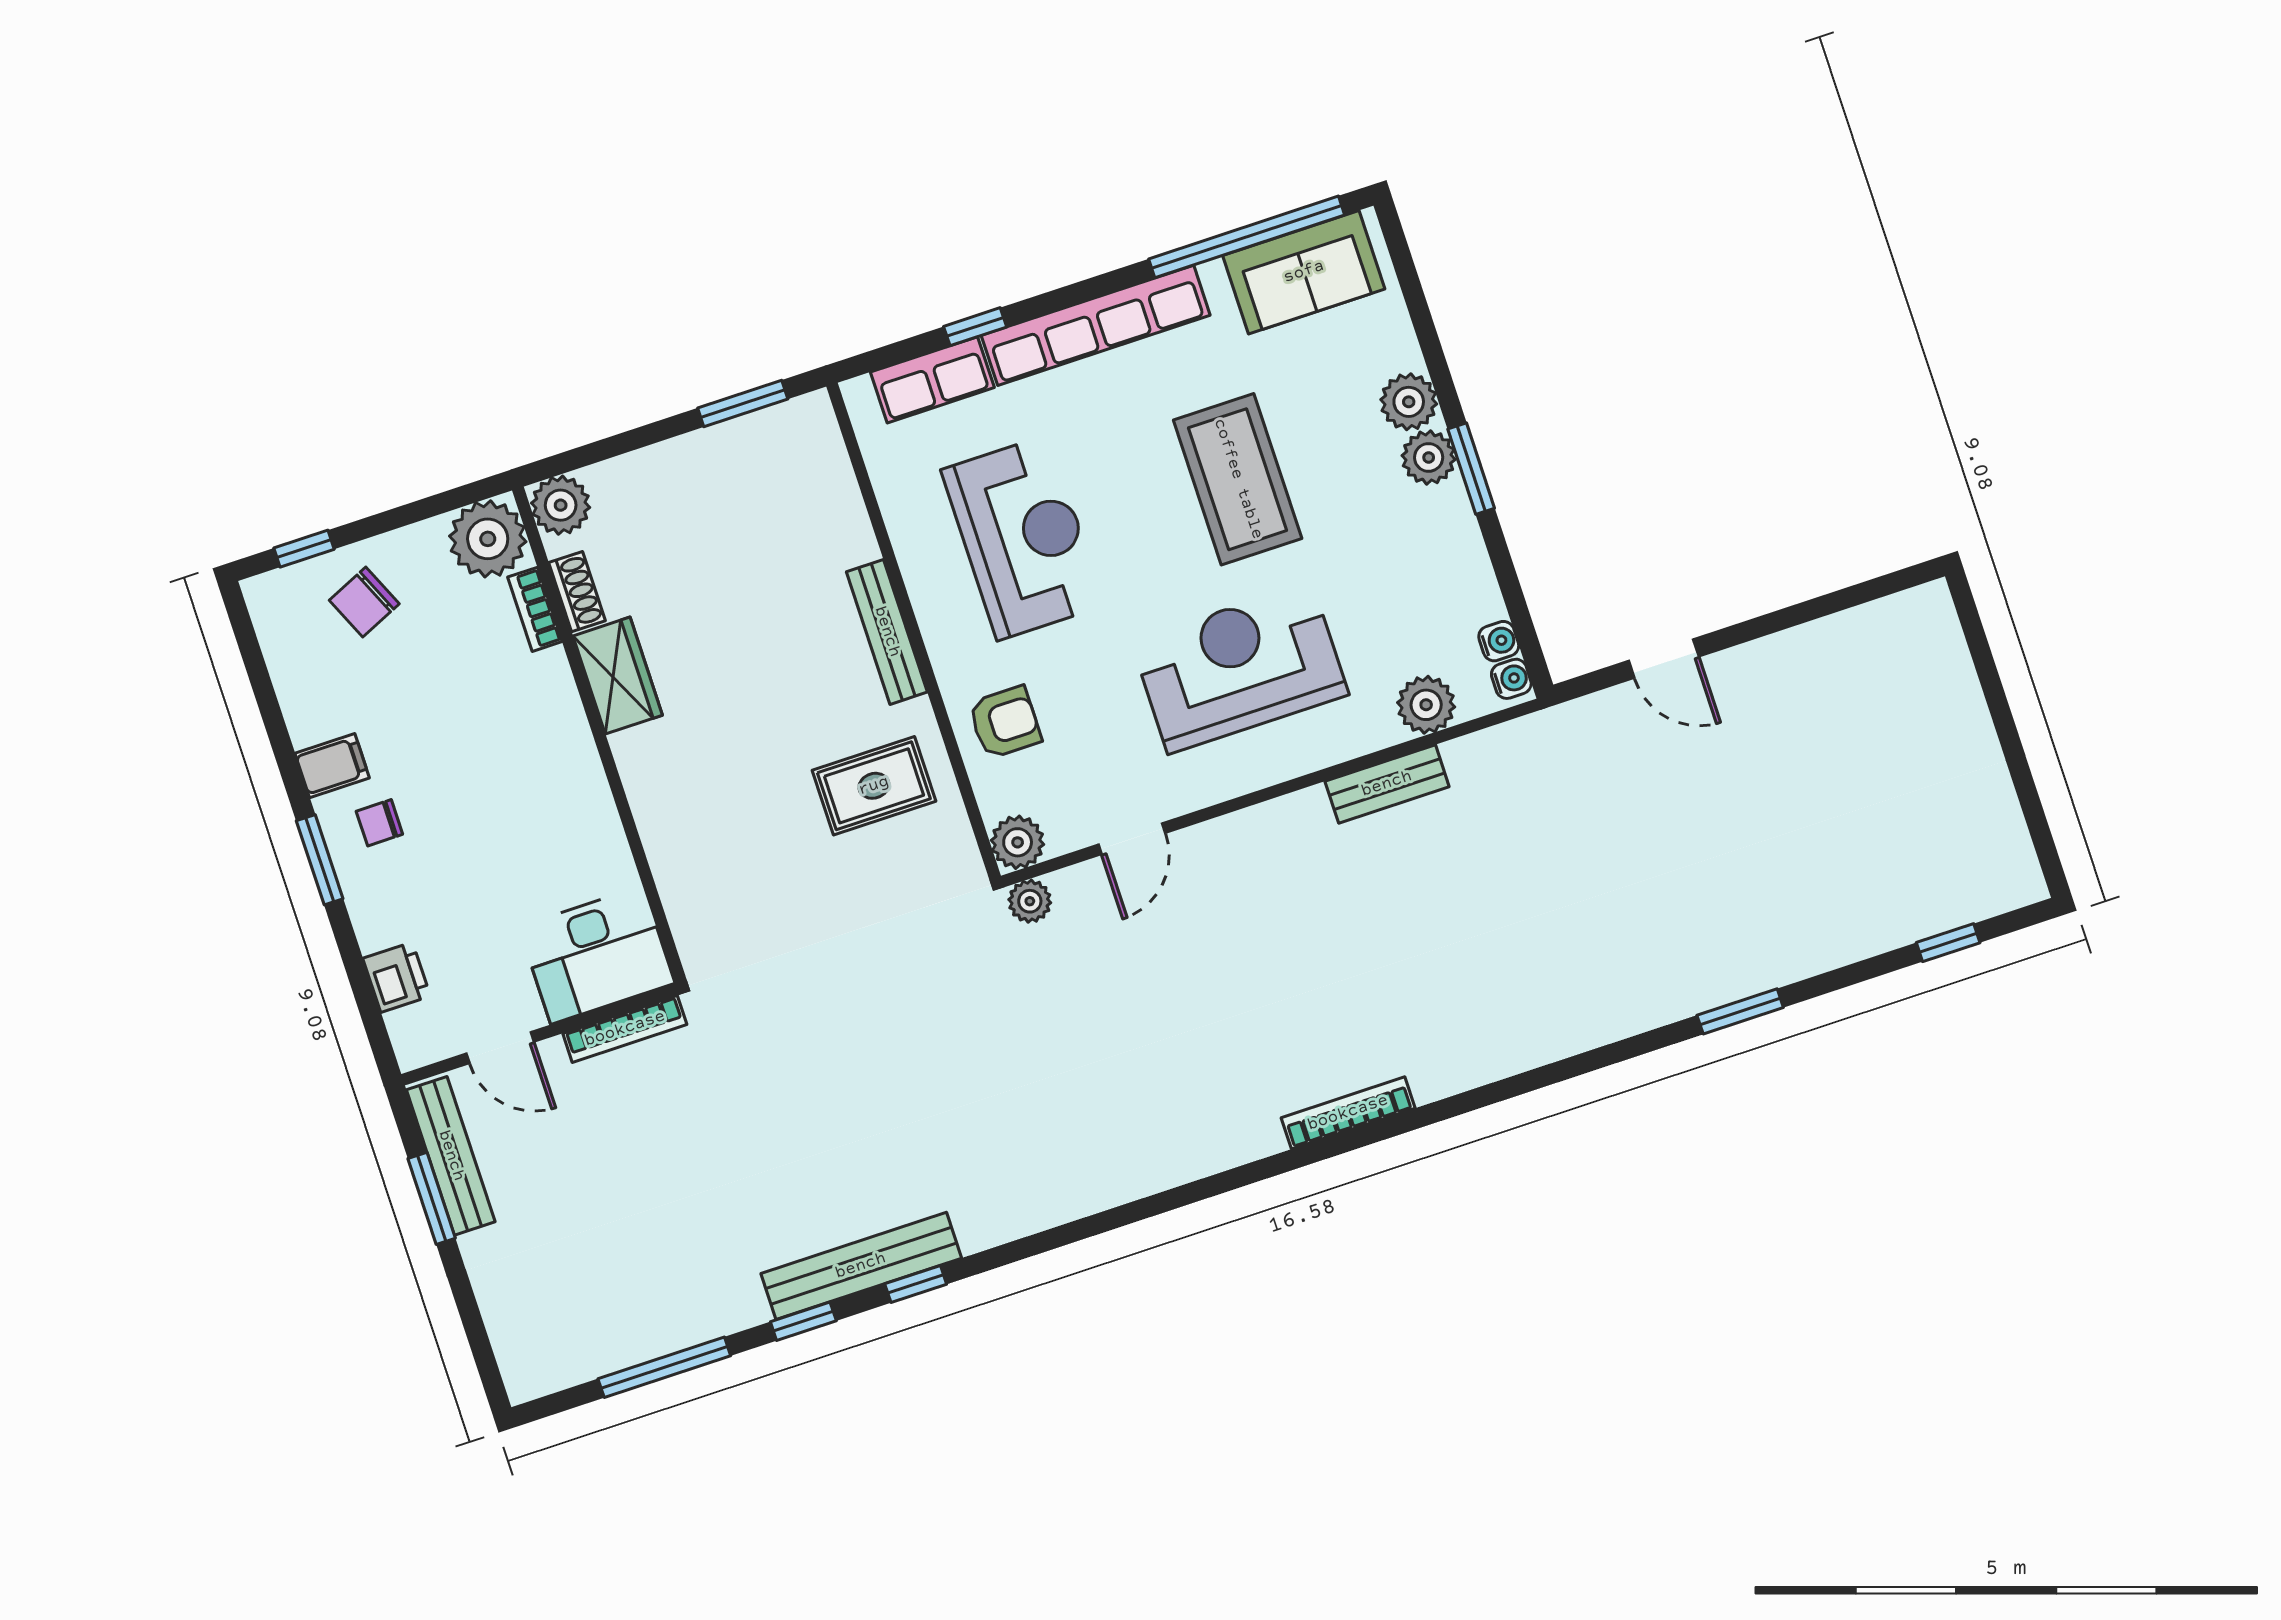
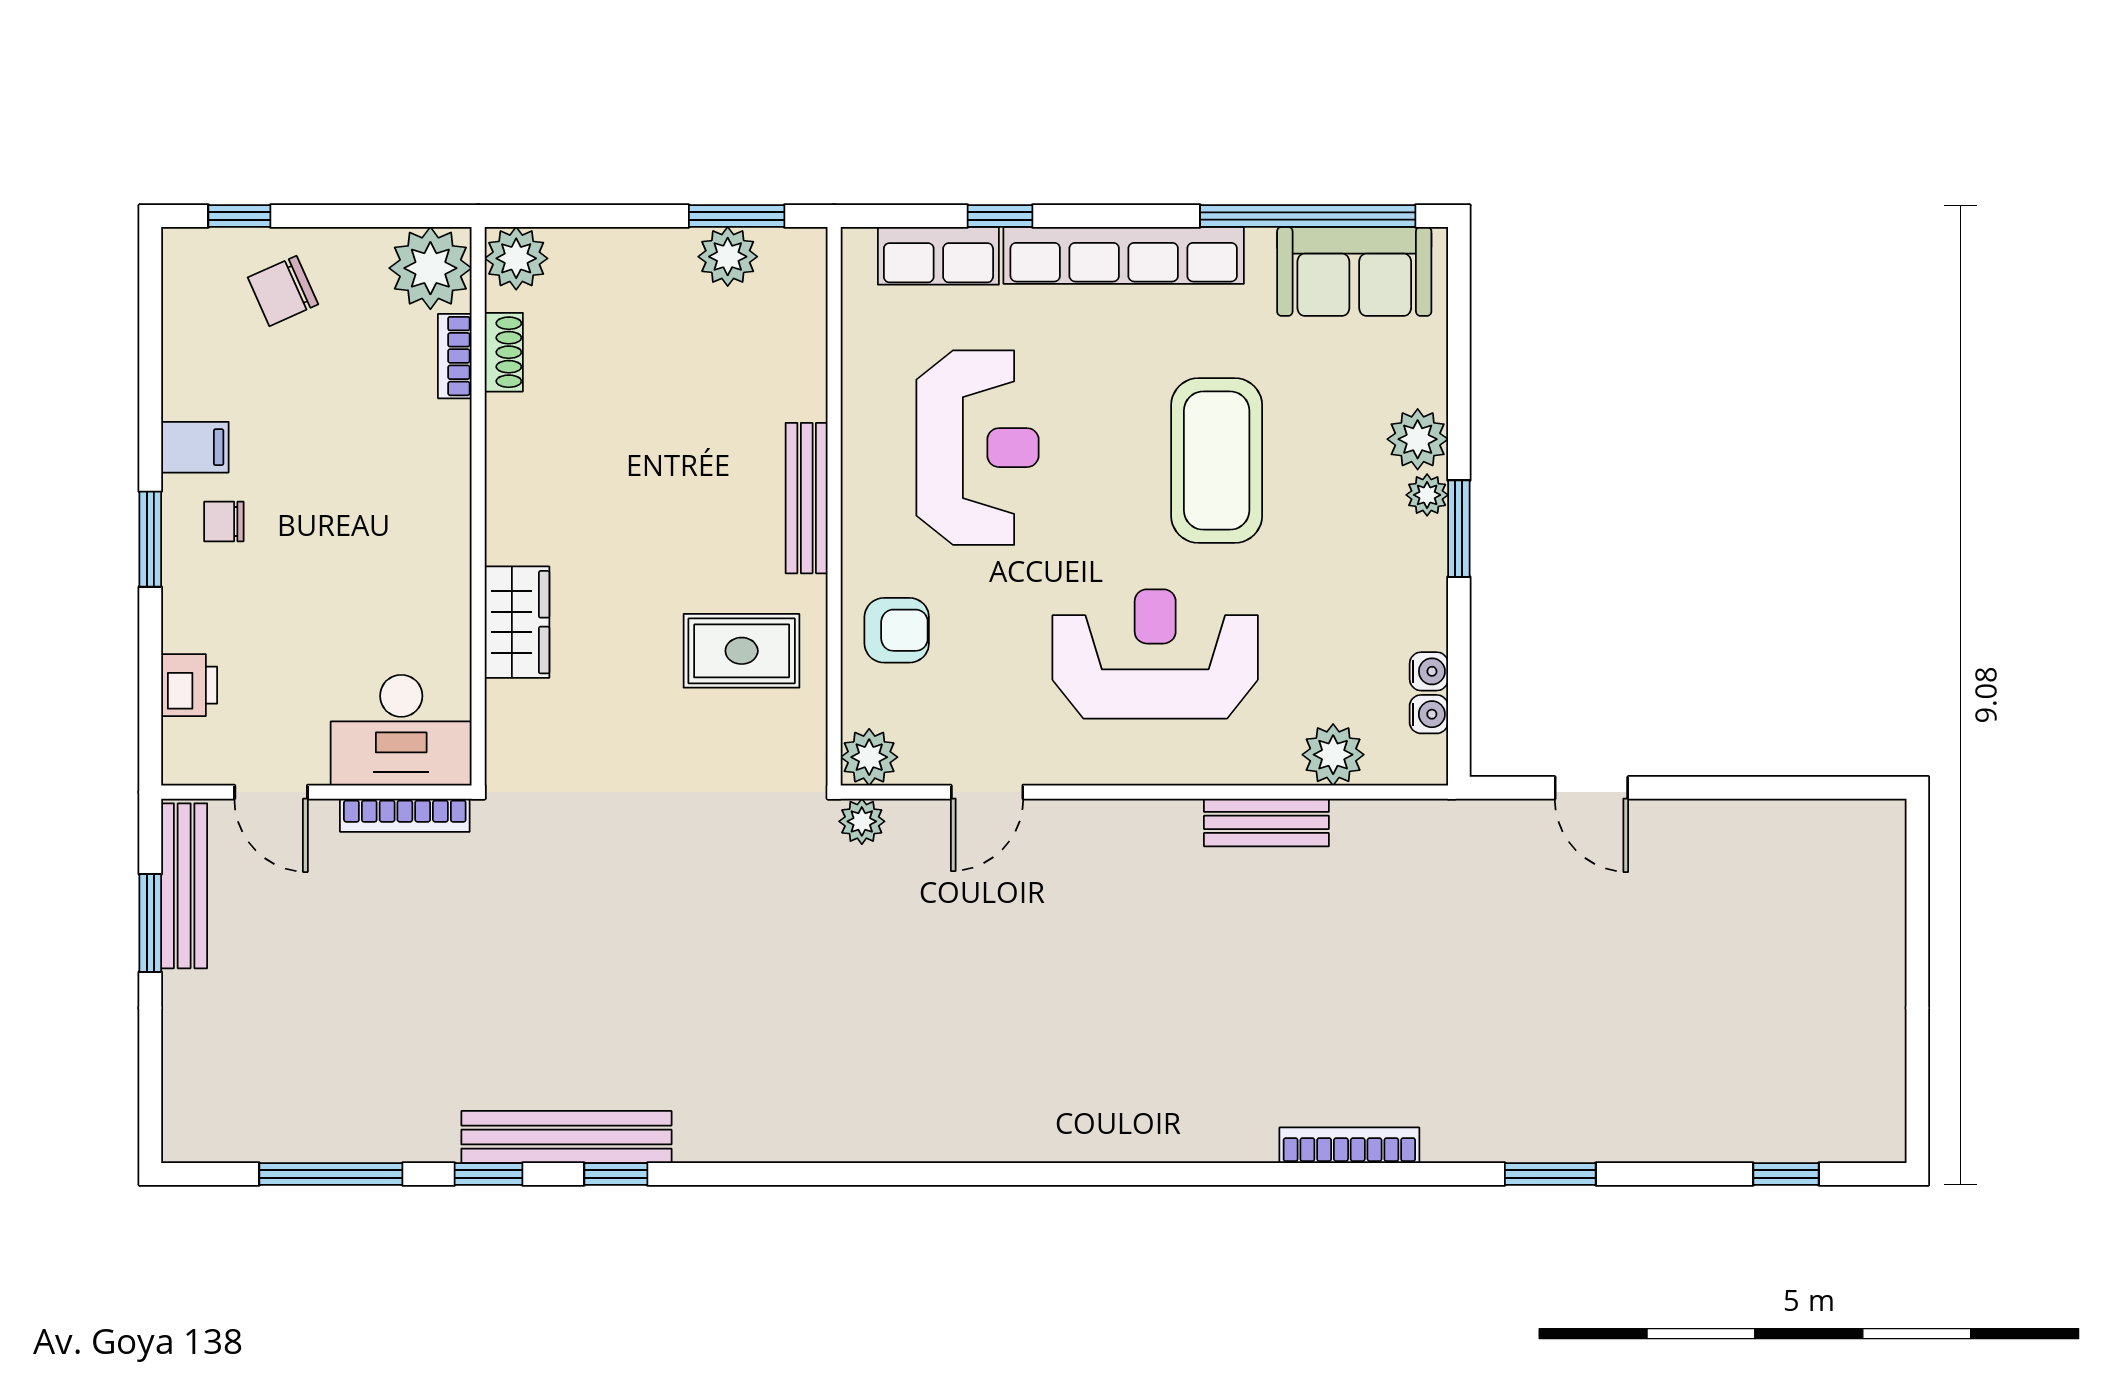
plant: (747, 442) -> (728, 257), added
plant: (1429, 457) -> (1427, 495), width x0.73, depth x0.73
wardrobe: (618, 676) -> (517, 622), moved
water cooler: (1511, 679) -> (1429, 671), moved
bookcase: (1348, 1113) -> (1349, 1145), moved

